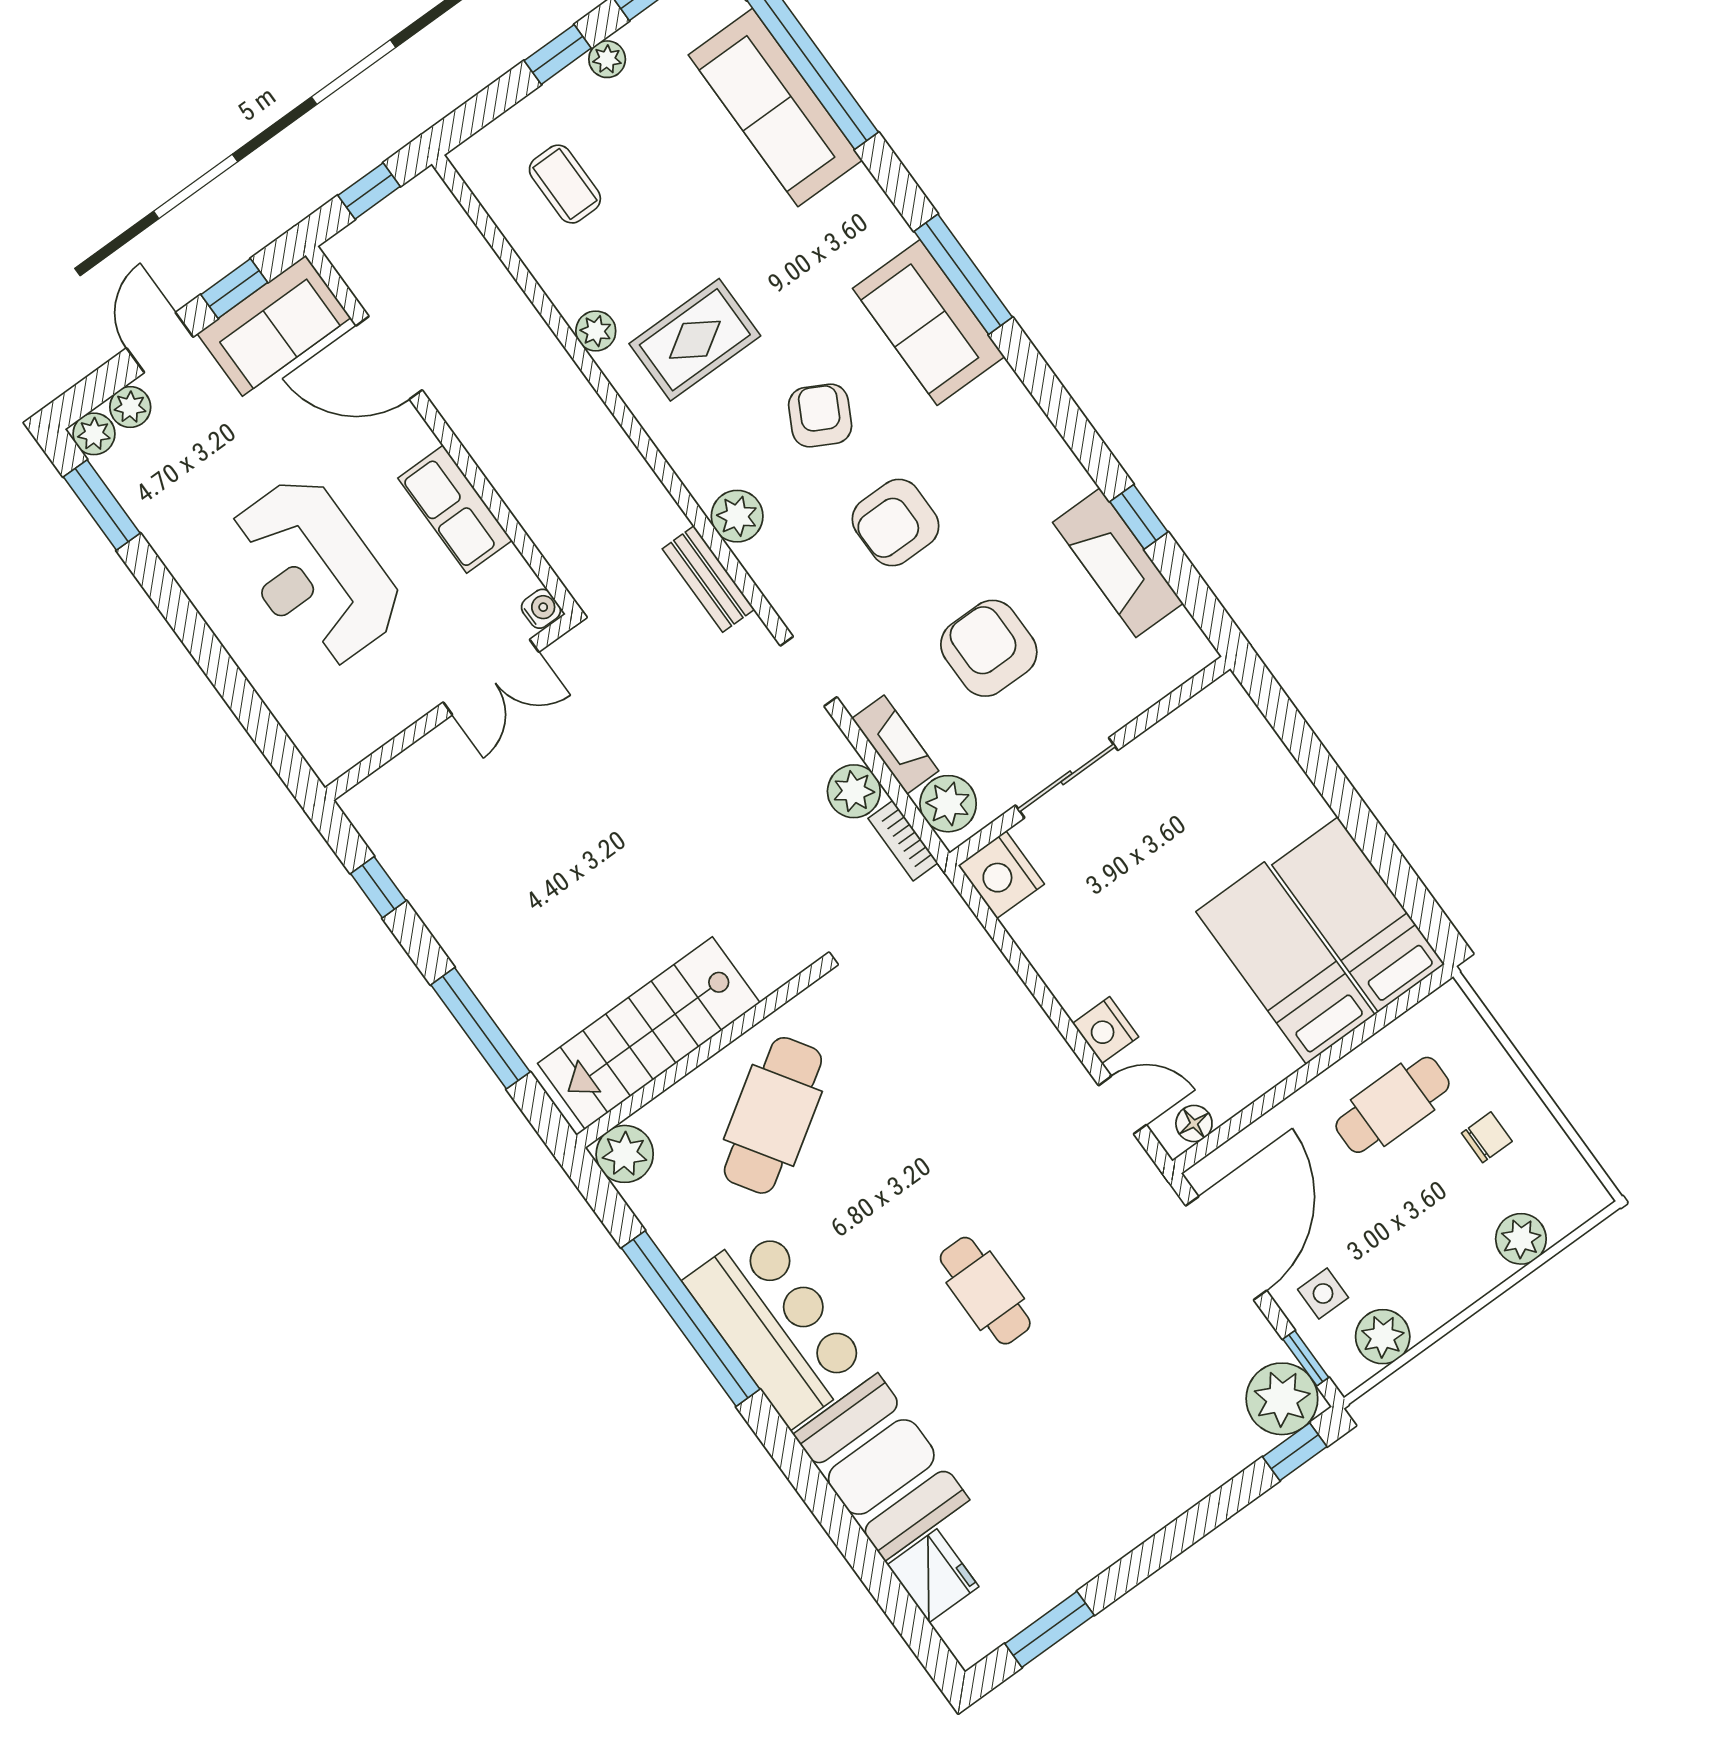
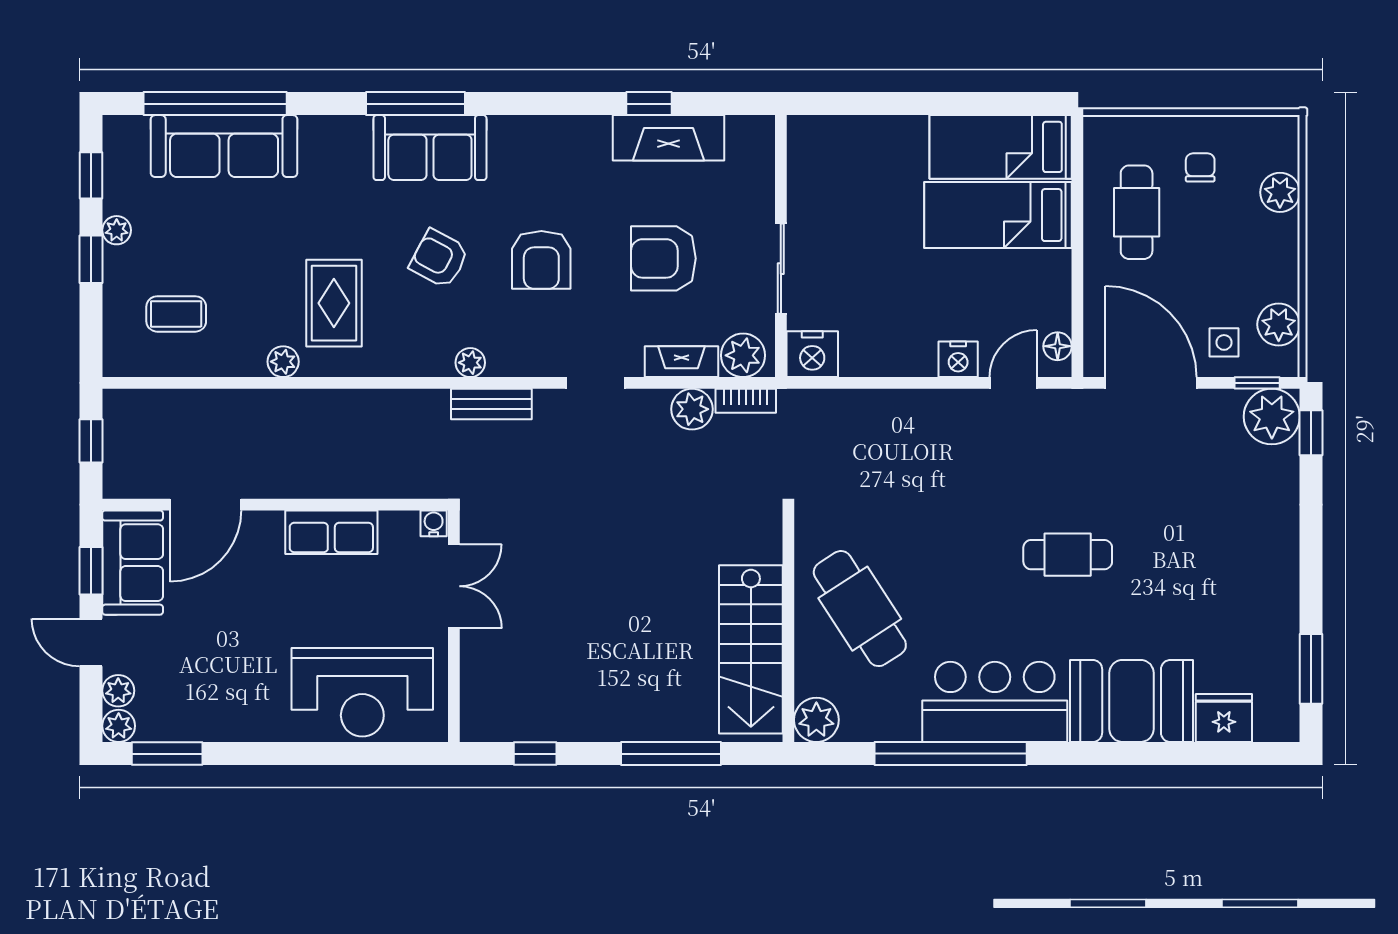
plant: (737, 516) -> (470, 363), width x0.73, depth x0.73
reception desk: (314, 572) -> (362, 692), moved

